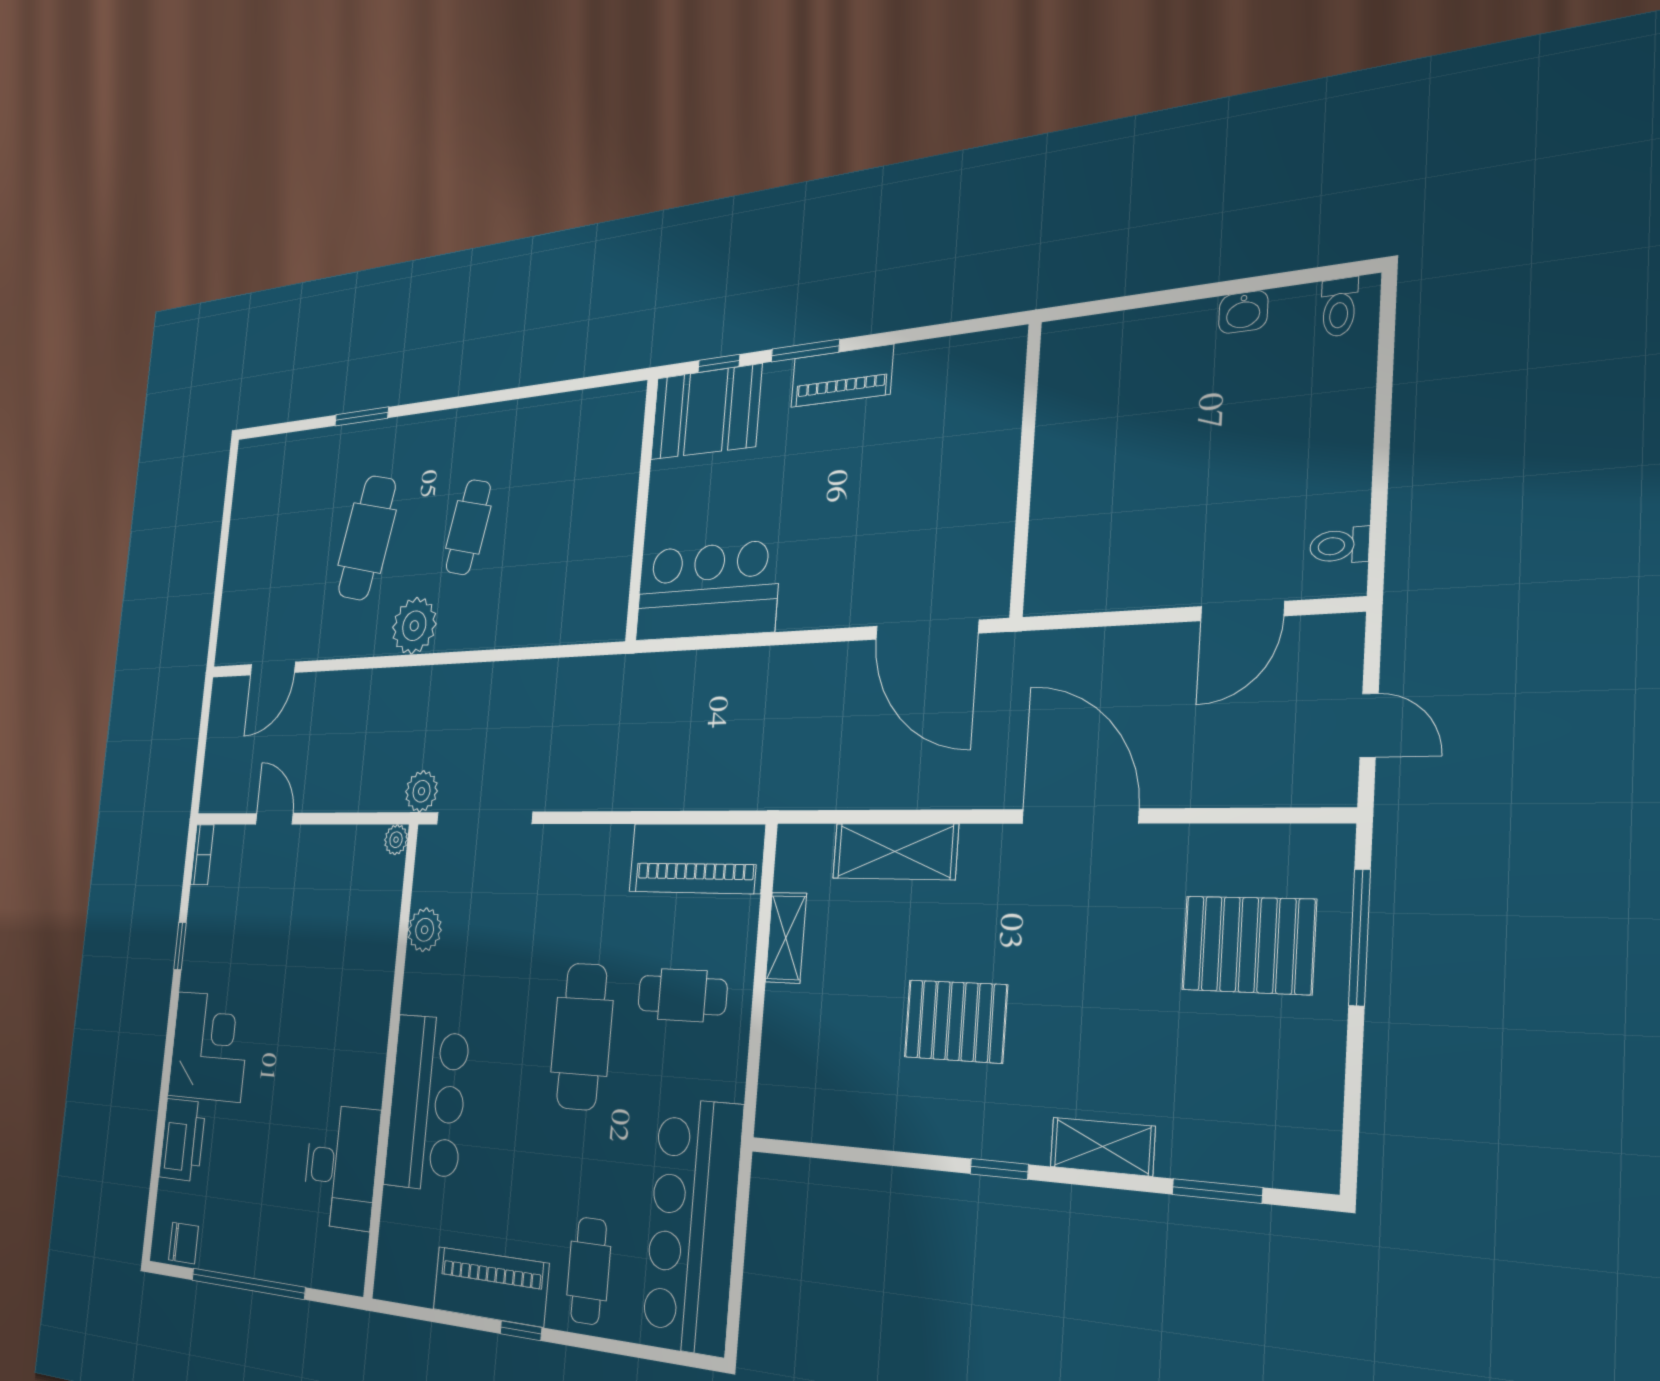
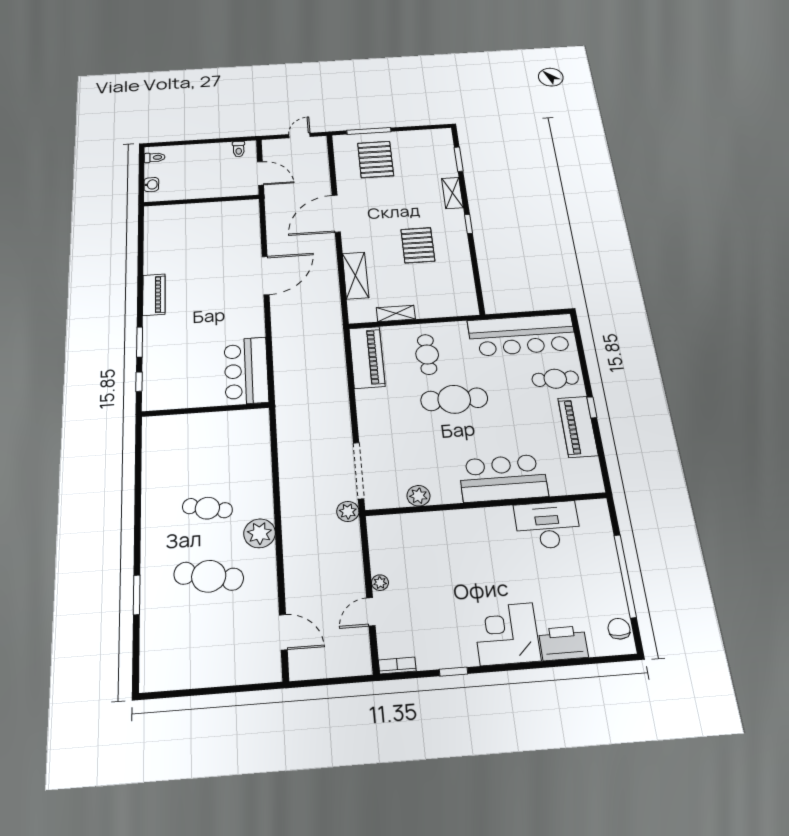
piano: (842, 376) -> (154, 295), moved
booth: (706, 412) -> (162, 384), removed
wall: (1026, 469) -> (201, 201), moved
plant: (396, 840) -> (380, 583), moved

